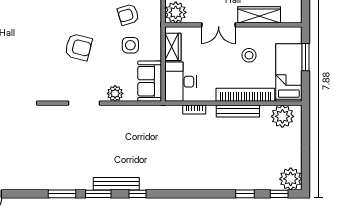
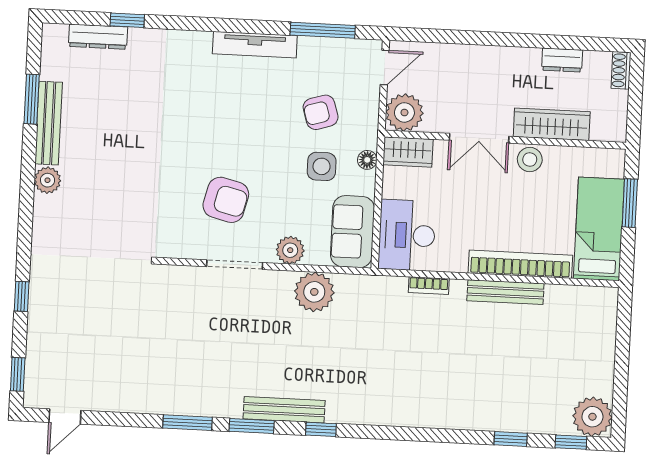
floor lamp: (156, 40) -> (367, 160), added
armchair: (78, 47) -> (226, 200), moved
wardrobe: (173, 47) -> (408, 152), moved, turned 90
stool: (249, 55) -> (530, 159), moved
plant: (282, 116) -> (314, 292), moved

